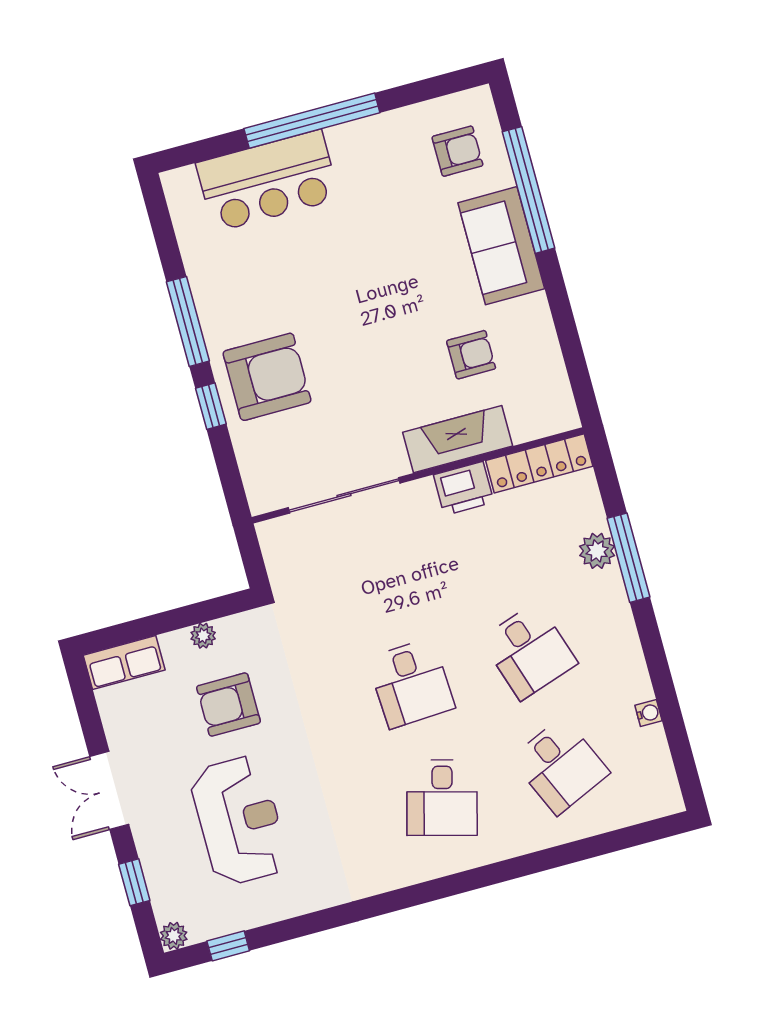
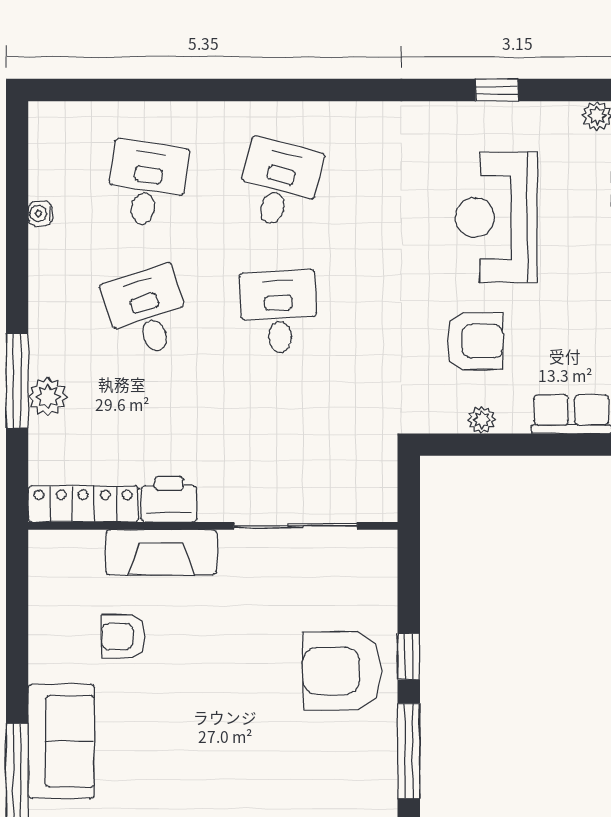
desk: (560, 766) -> (147, 184), turned 33
window: (228, 946) -> (497, 90), moved

